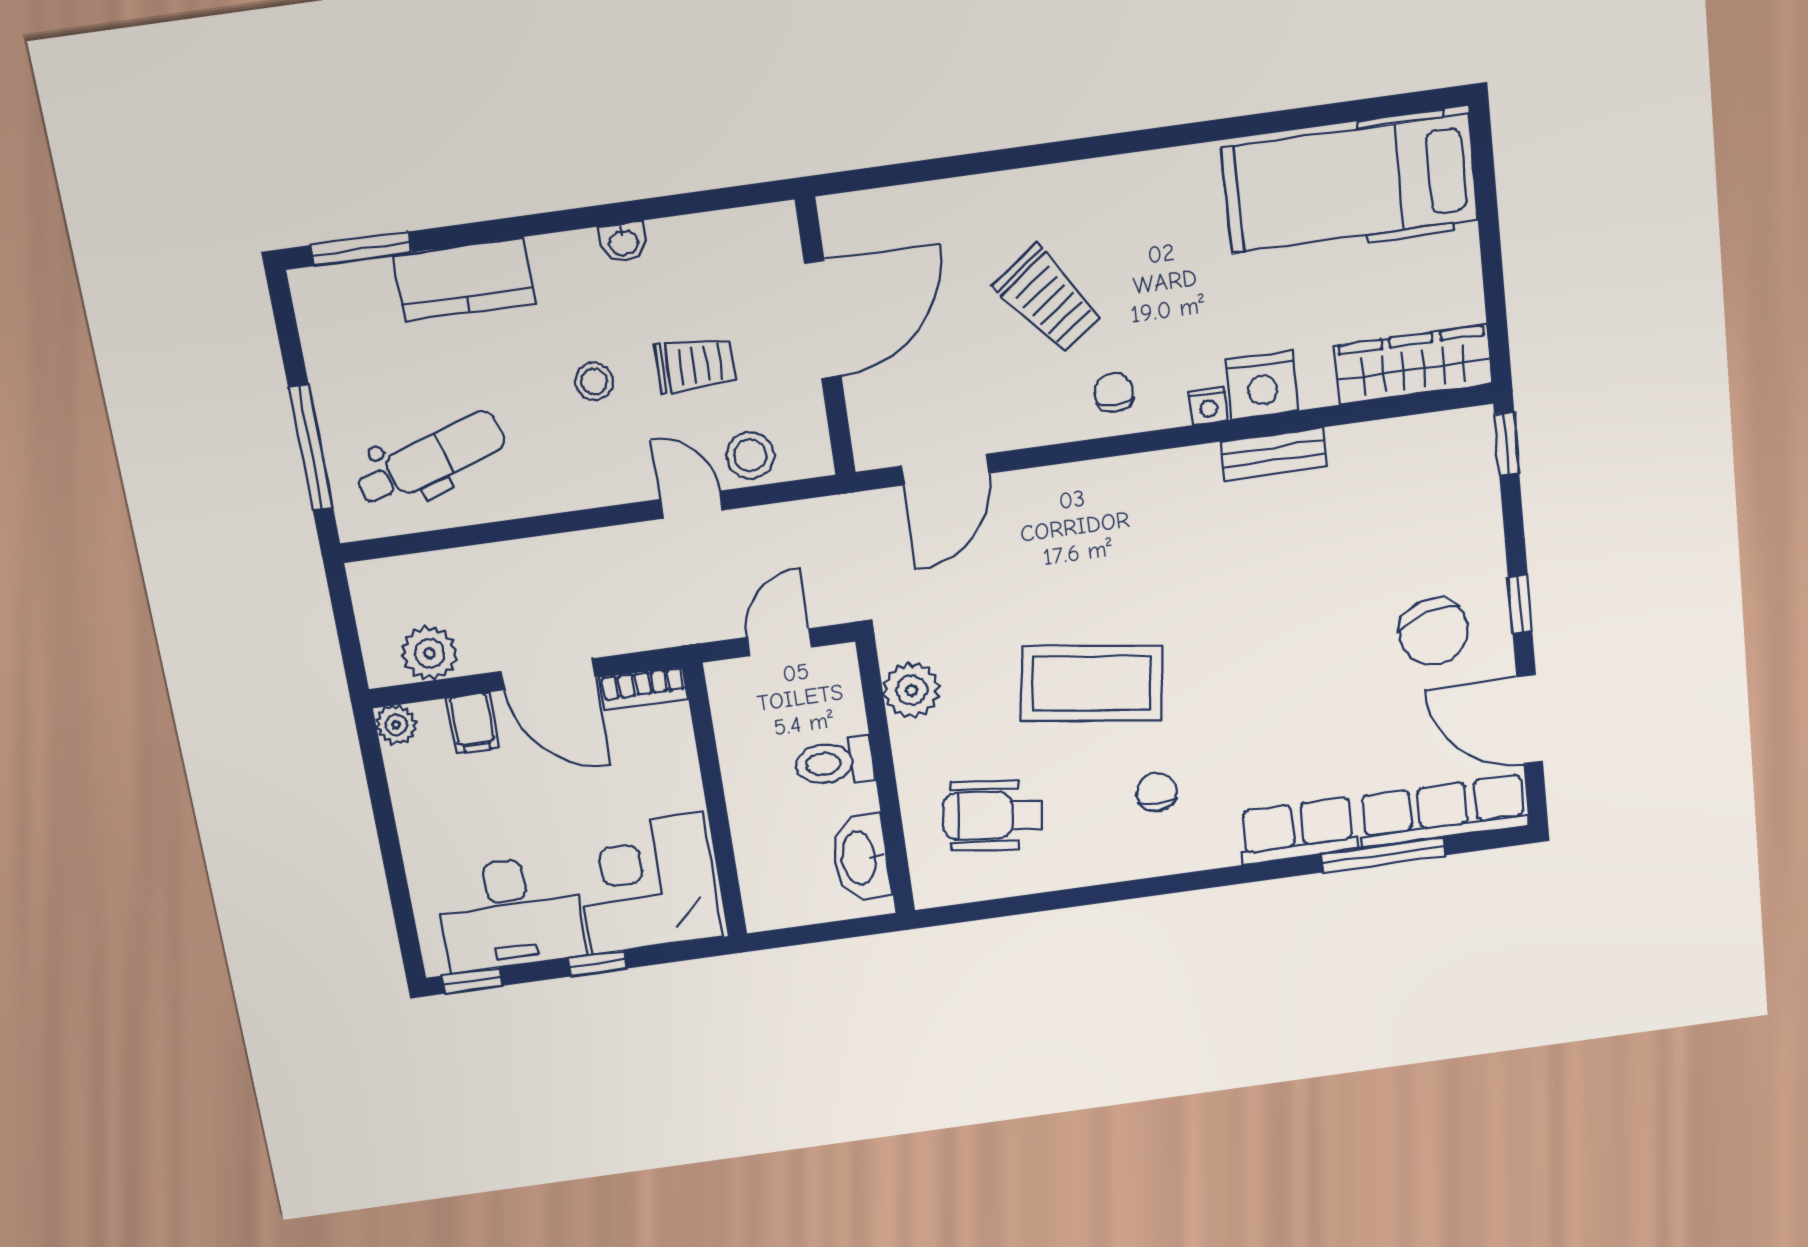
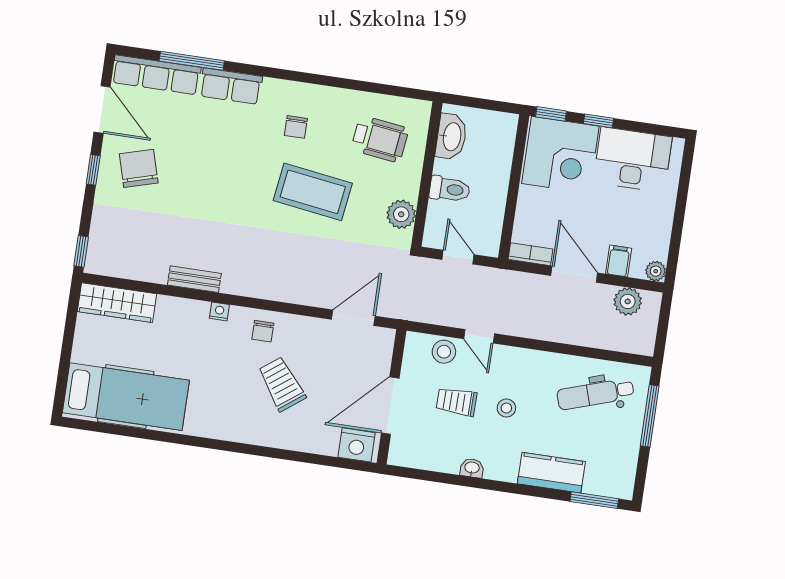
nightstand: (1262, 385) -> (357, 445), moved, turned 180
door: (779, 642) -> (458, 257), swing flipped
window: (472, 981) -> (551, 114), moved

